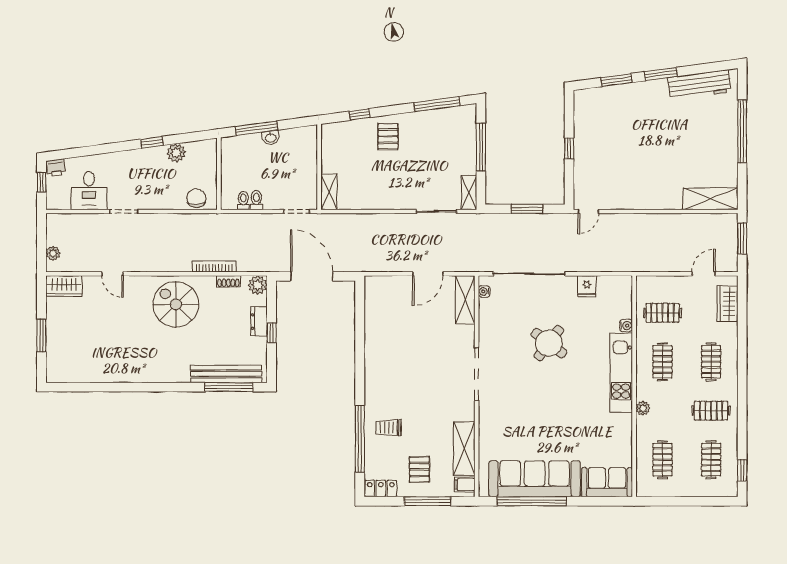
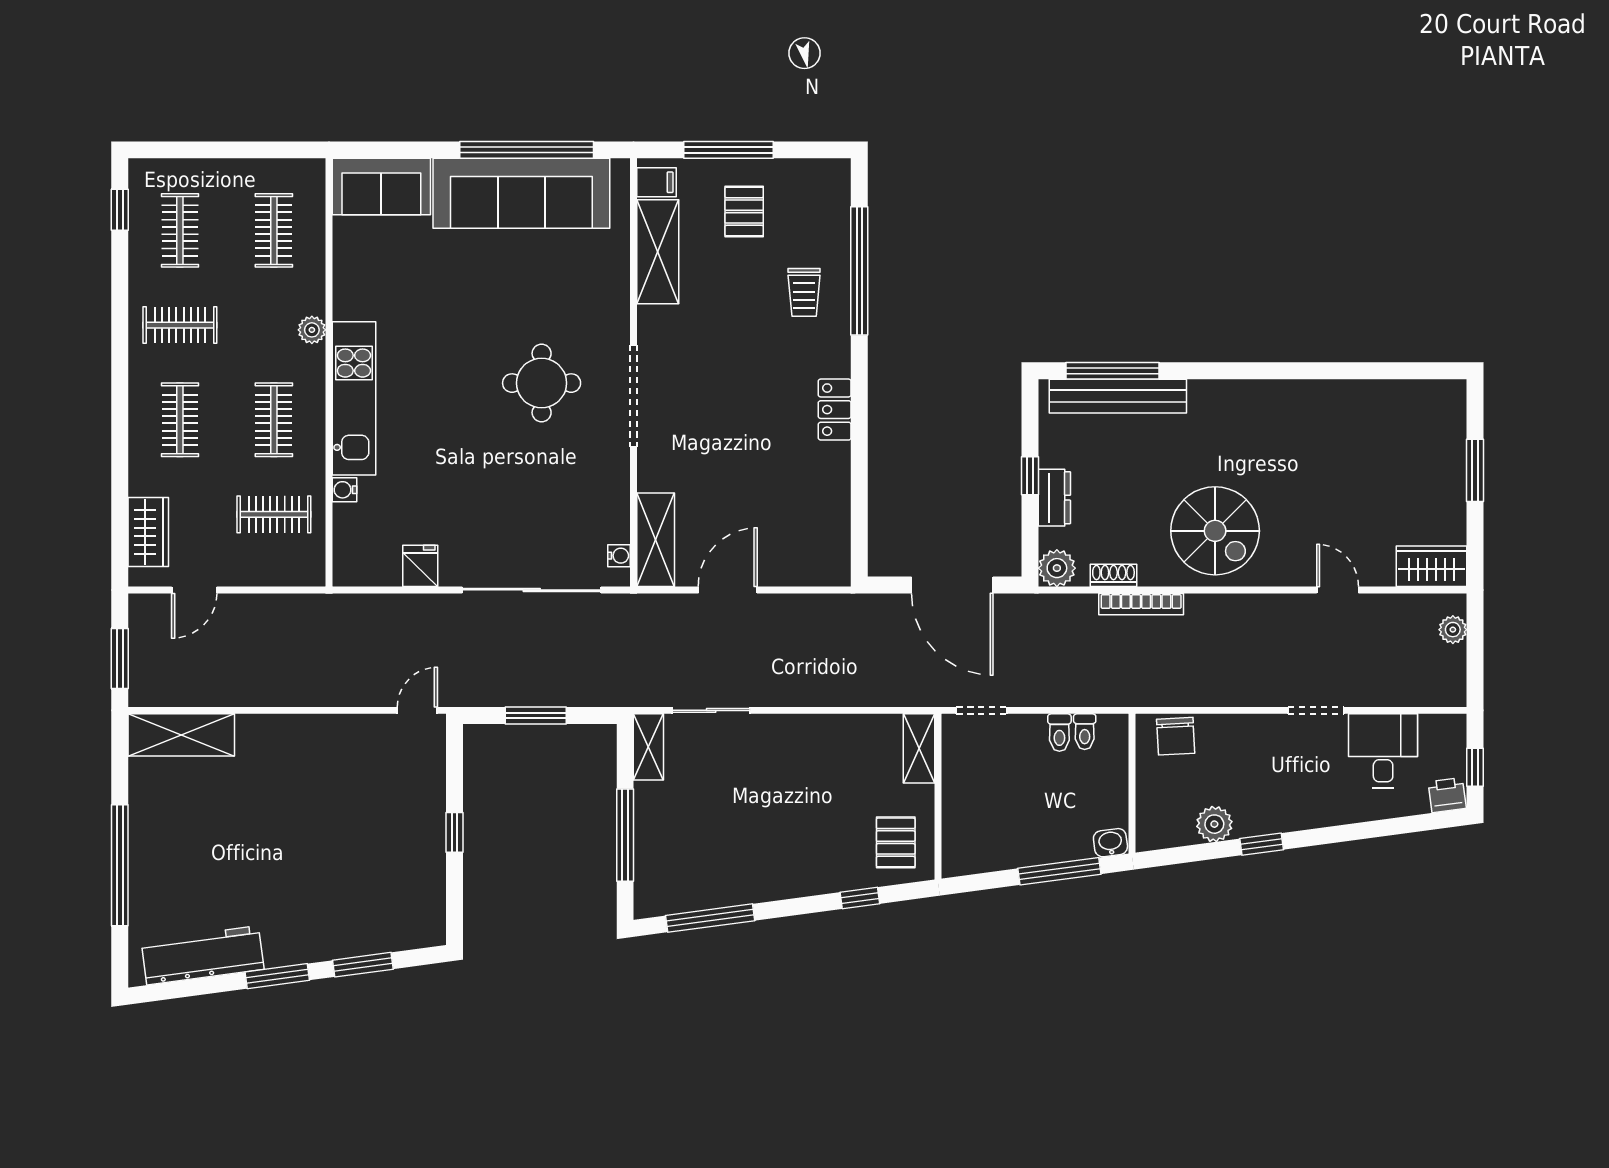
pallet: (388, 136) -> (896, 842), moved
washbasin: (271, 138) -> (1110, 843), moved
round table: (549, 343) -> (542, 383), moved, turned -37
trolley: (388, 428) -> (804, 292), turned 90
locker: (381, 489) -> (835, 410), moved, turned 90

